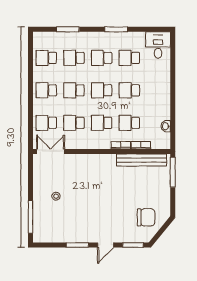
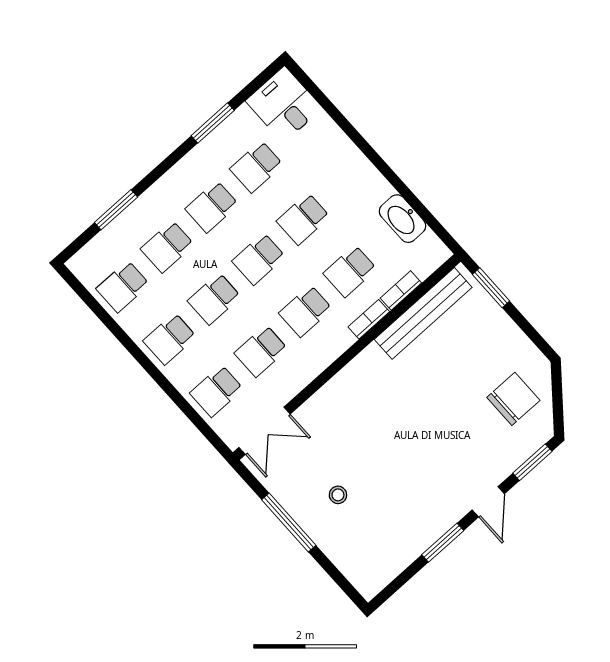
window: (116, 29) -> (213, 123), moved
washbasin: (166, 126) -> (403, 219), width x1.91, depth x1.45
double door: (51, 151) -> (265, 431), swing flipped
window: (173, 172) -> (491, 288), width x0.69
window: (31, 217) -> (289, 523), moved

